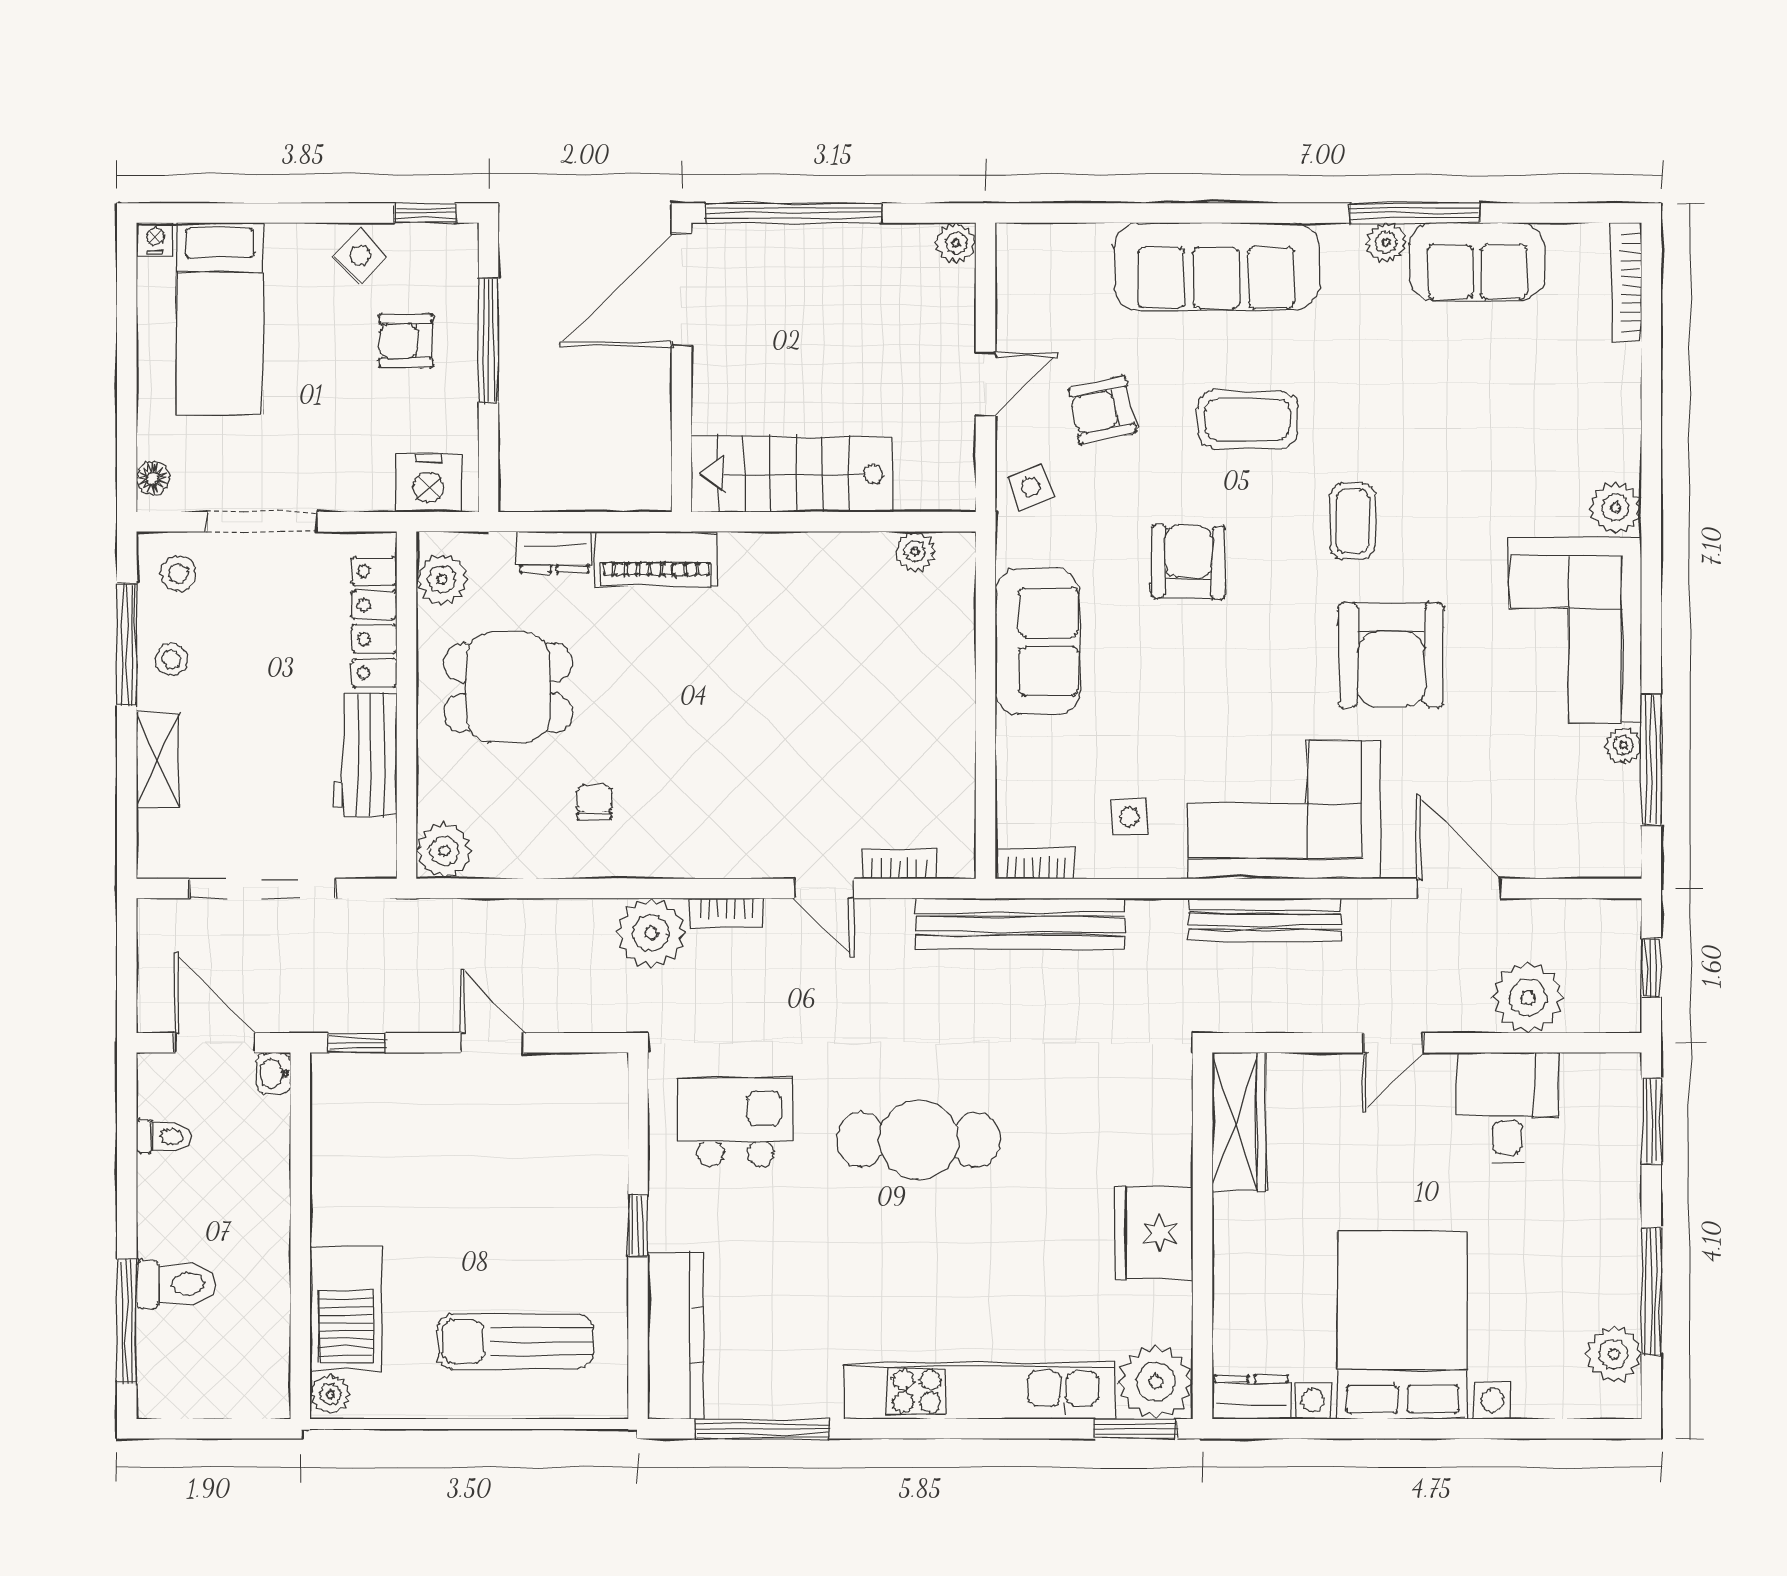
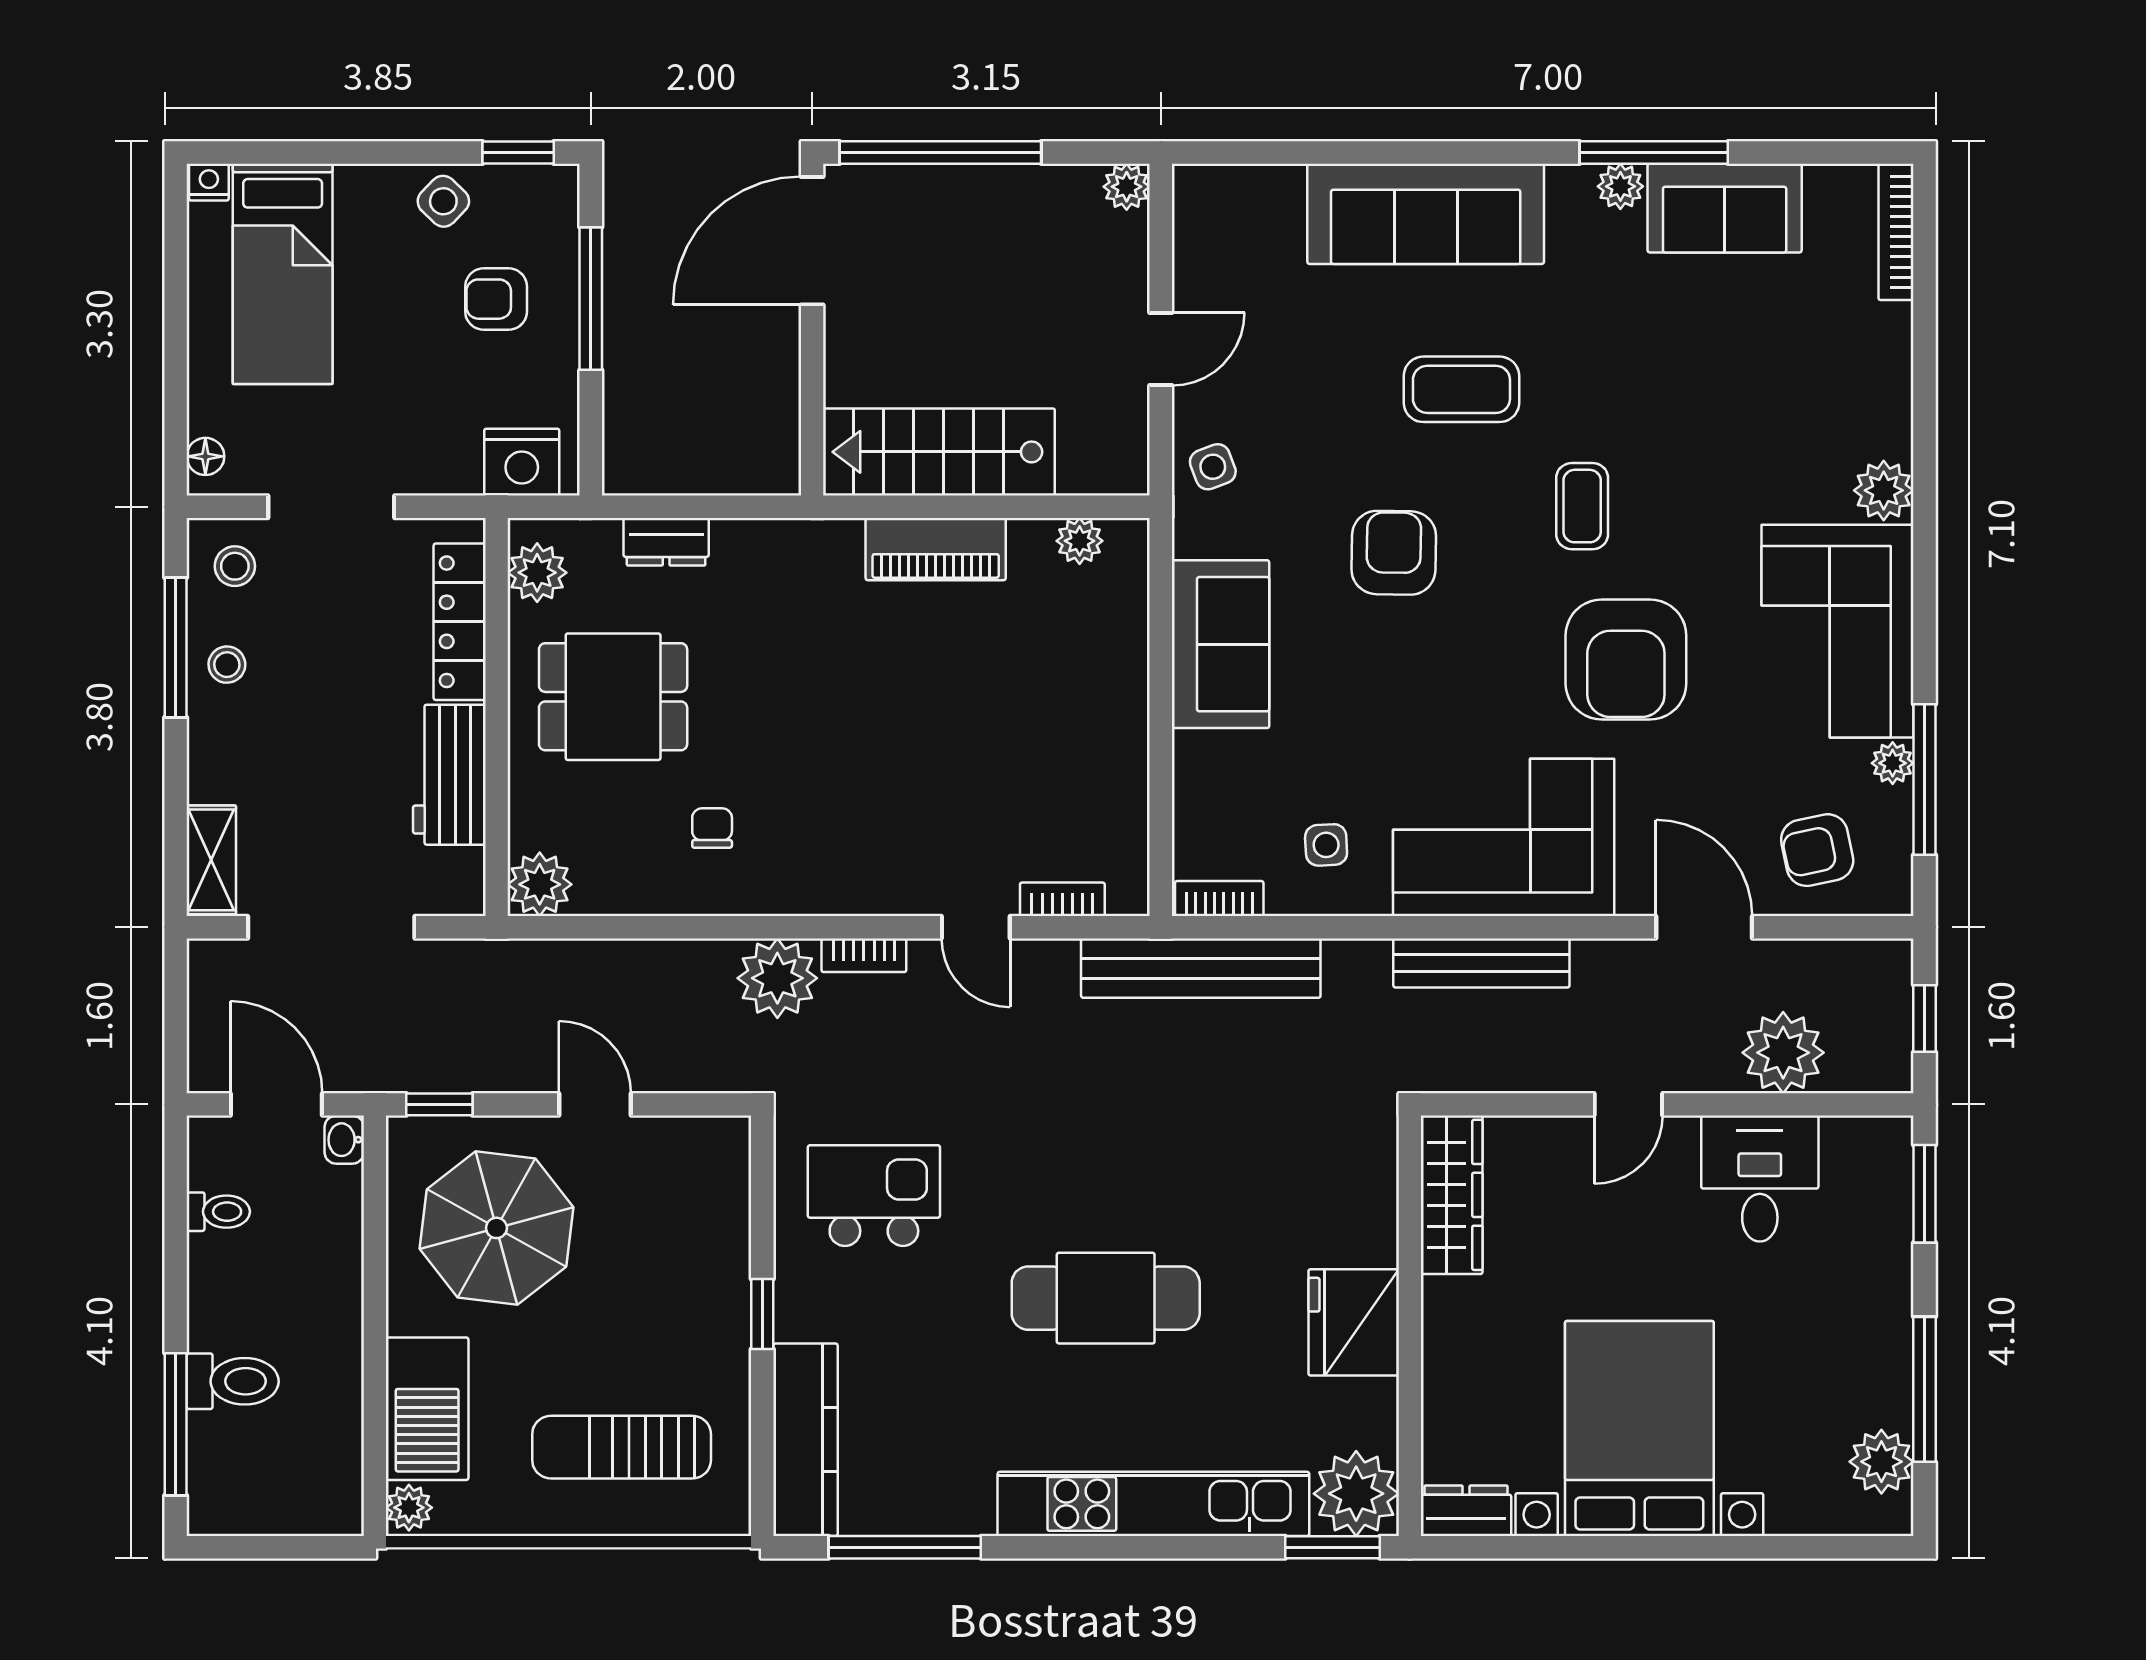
armchair: (1103, 410) -> (1817, 850), moved
piano: (656, 559) -> (936, 549), moved
shelving: (158, 759) -> (211, 860), moved
cafe table: (919, 1140) -> (1106, 1298), moved
parasol: (406, 1150) -> (496, 1228), added

